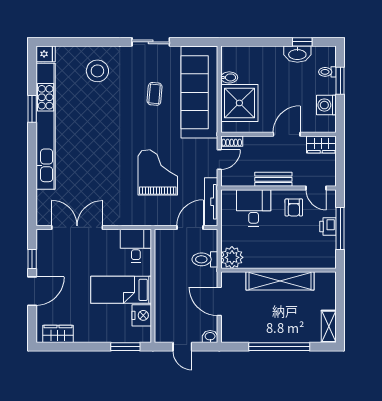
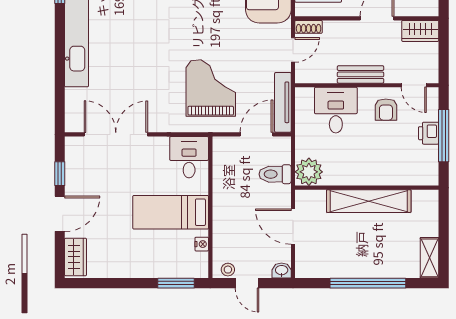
grand piano: (158, 172) -> (211, 88), moved
nightstand: (142, 315) -> (202, 244), width x0.53, depth x0.56
wardrobe: (58, 334) -> (76, 257), moved, turned 90
stool: (167, 336) -> (228, 270), added

